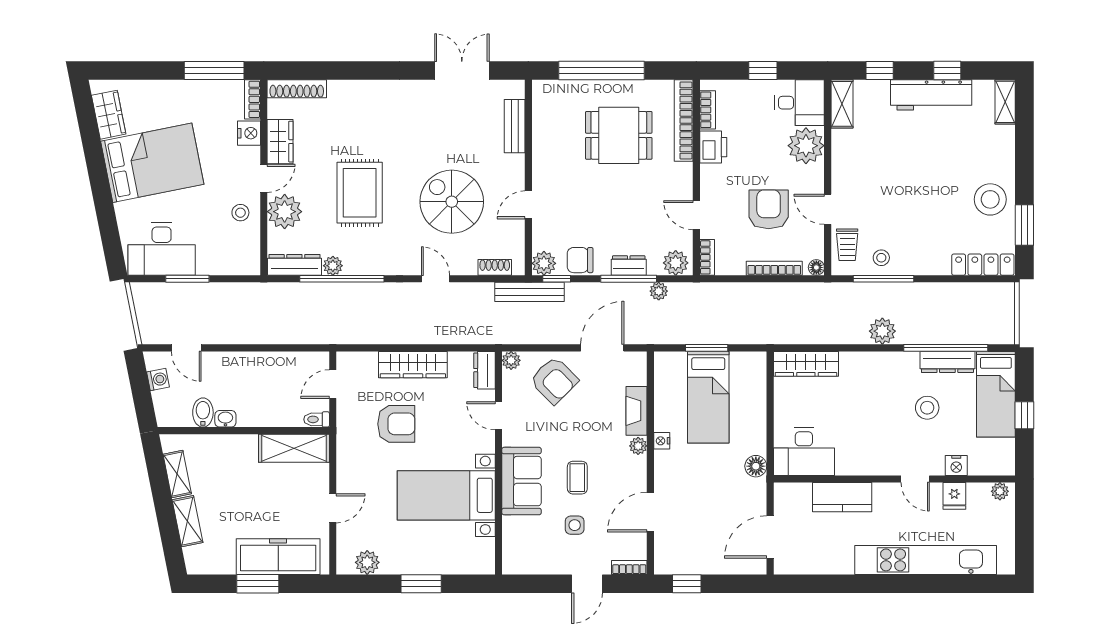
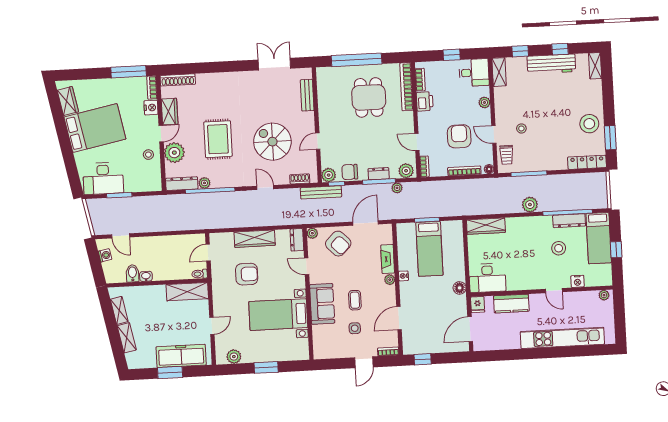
dining table: (619, 135) -> (369, 97), turned 90
plant: (806, 146) -> (484, 102), width x0.53, depth x0.53
stool: (881, 258) -> (521, 128), moved
fridge: (954, 496) -> (478, 305), moved

